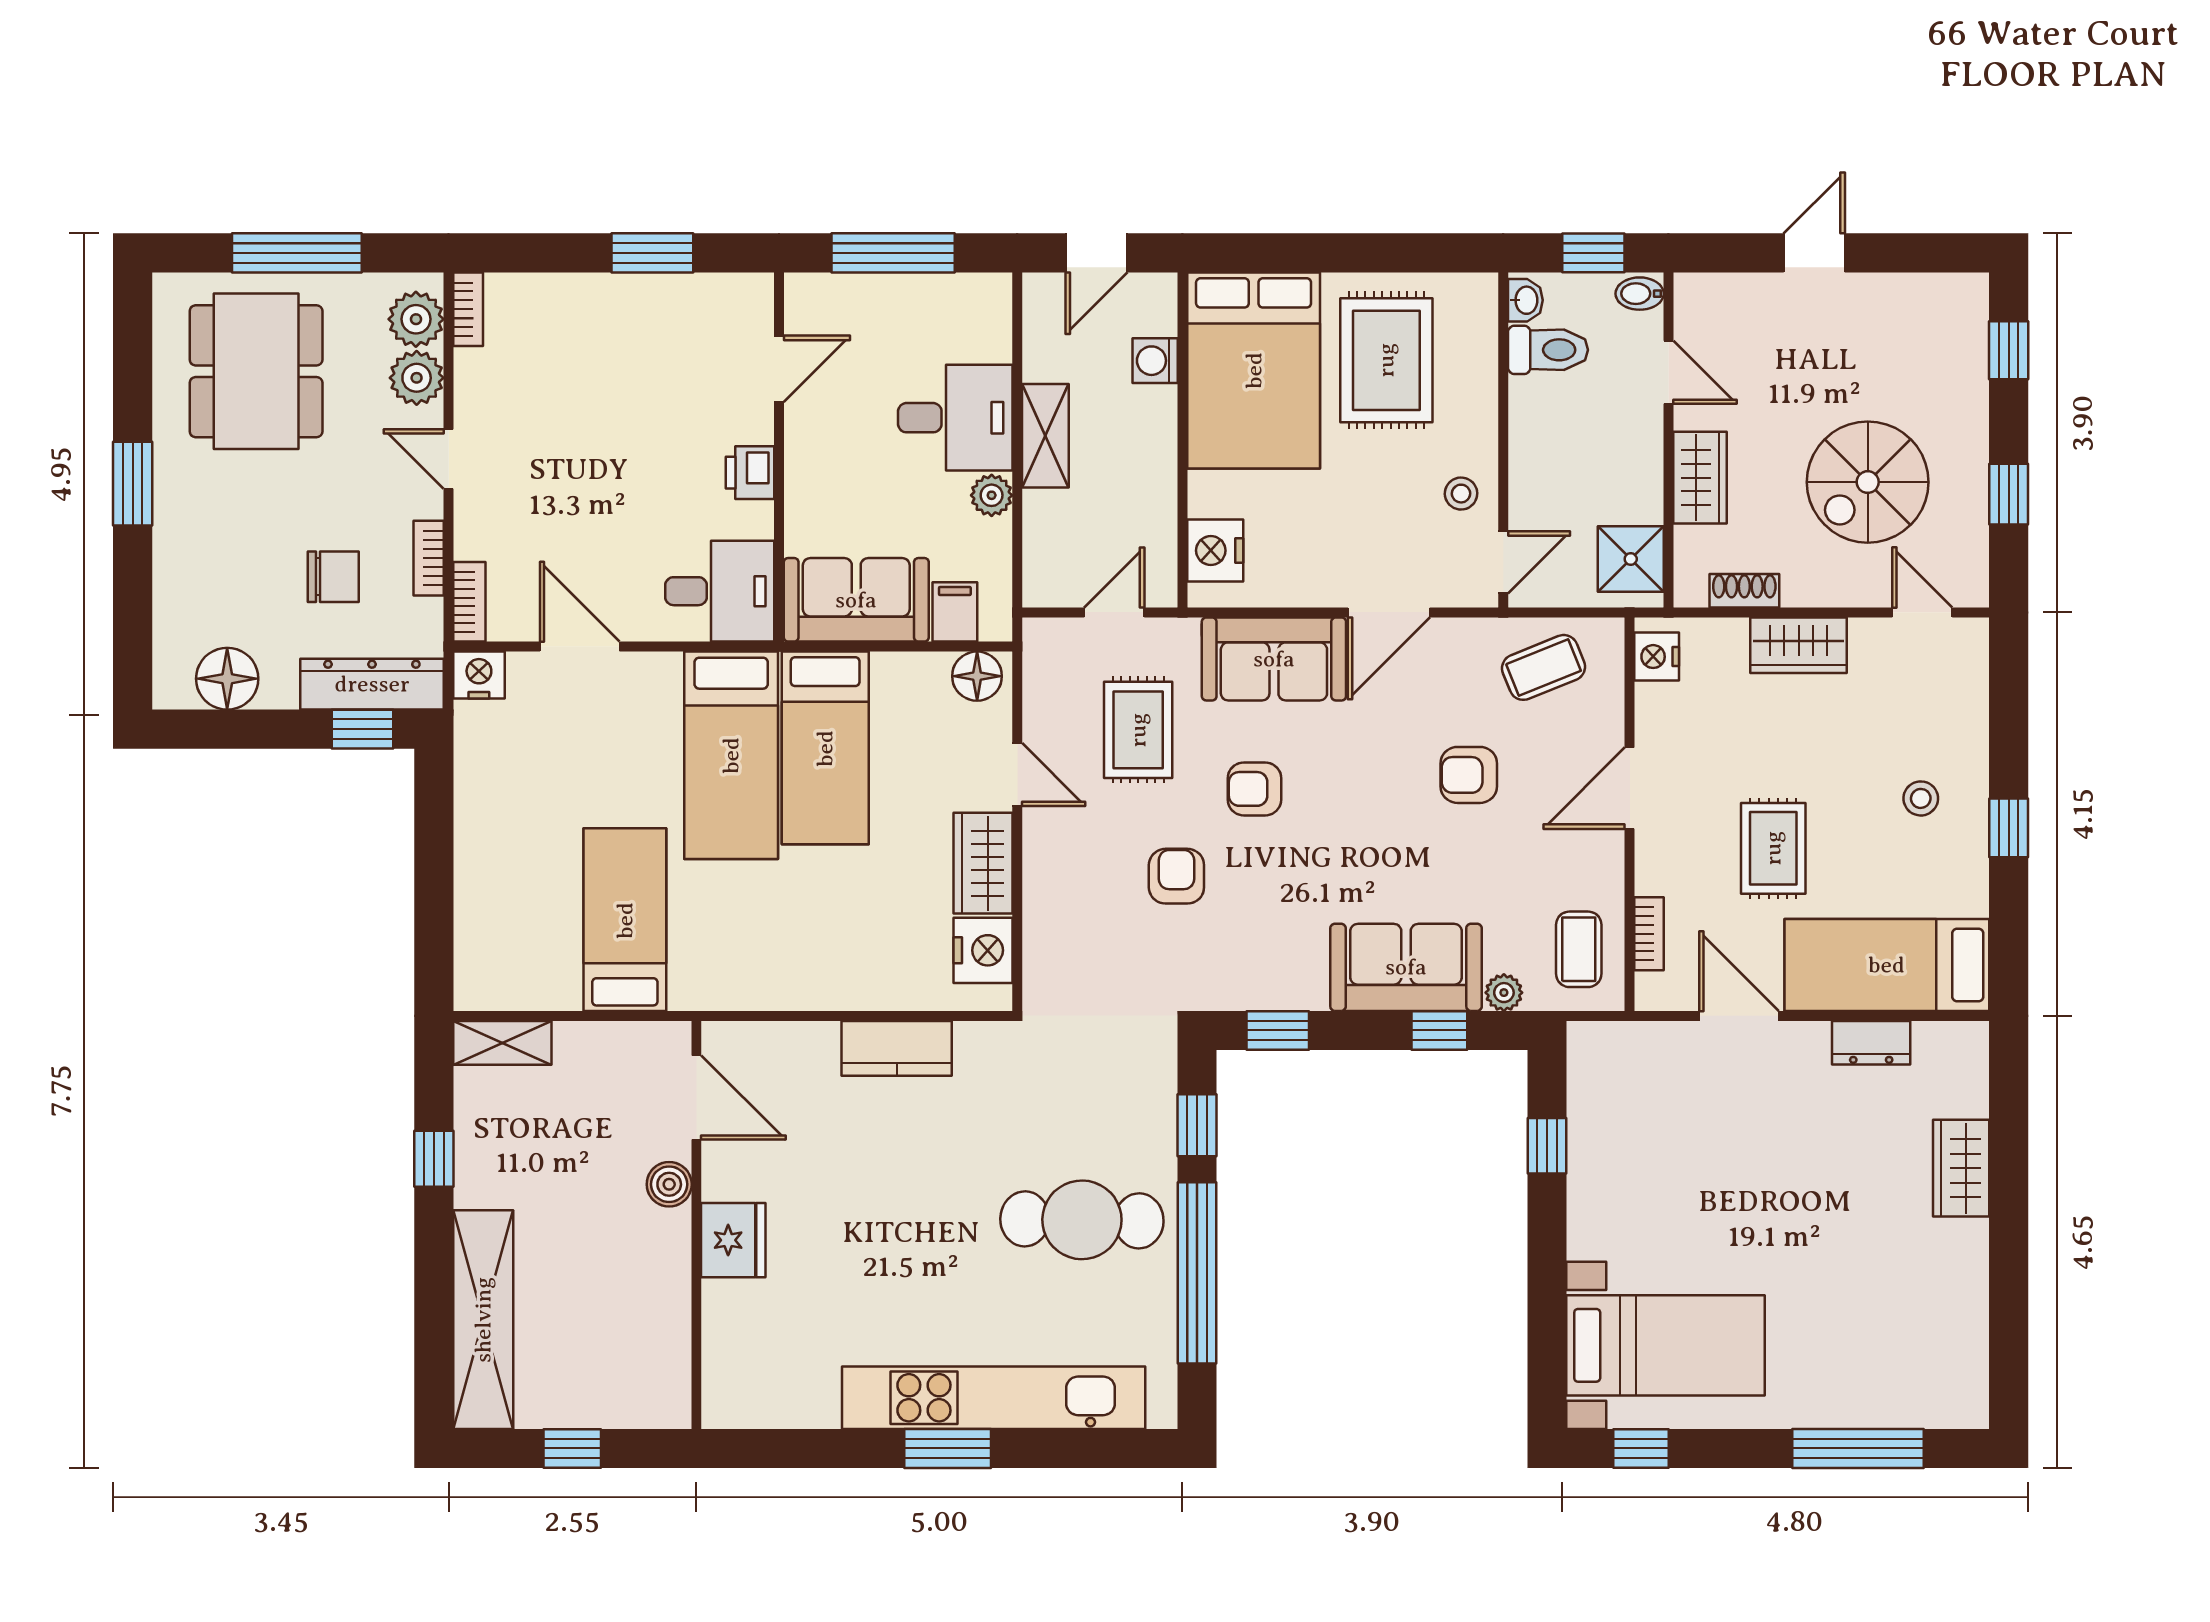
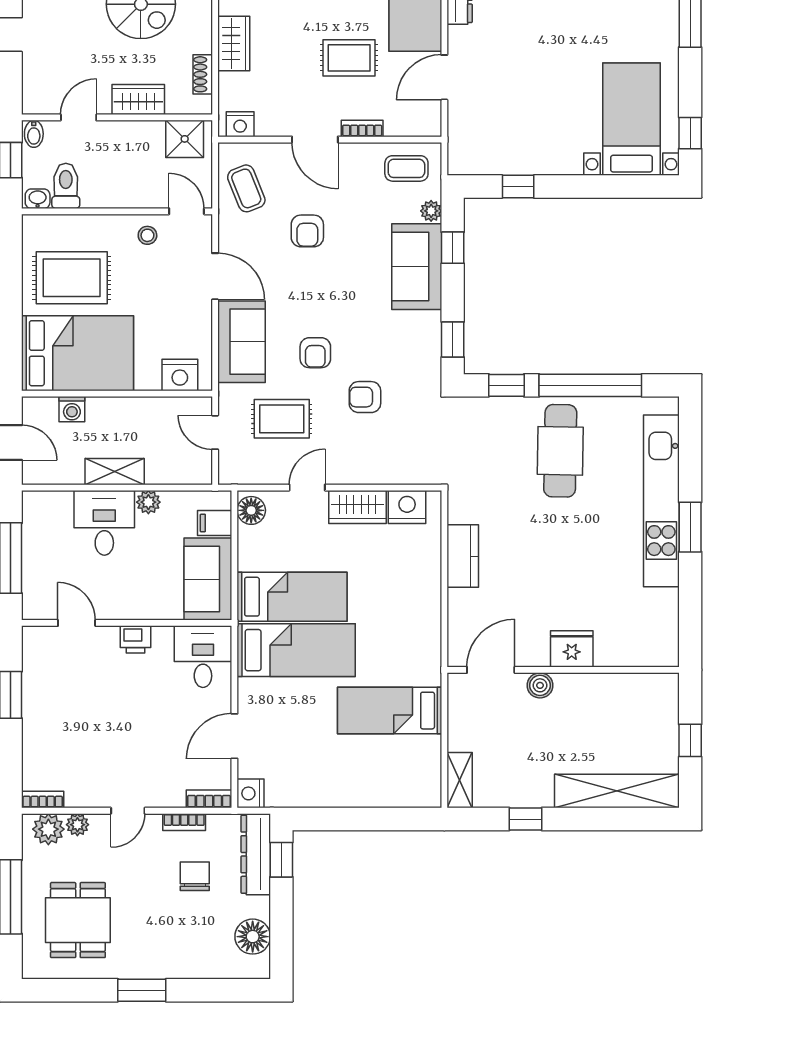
dining table: (256, 371) -> (78, 920), width x0.73
plant: (417, 378) -> (77, 825), width x0.73, depth x0.73
bookcase: (1649, 934) -> (362, 128), moved

